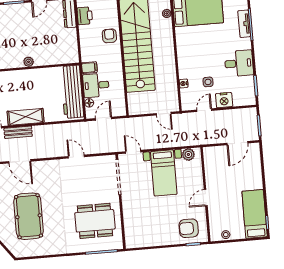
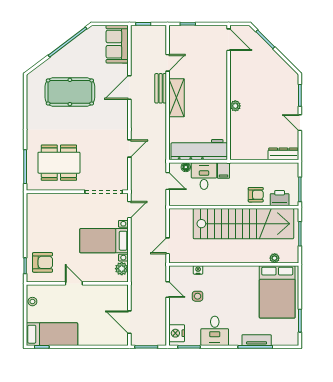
printer: (85, 16) -> (280, 198), moved, turned 180
nightstand: (224, 100) -> (177, 333), moved
dining table: (95, 221) -> (59, 163), turned 90
armchair: (189, 228) -> (43, 262), turned 90

